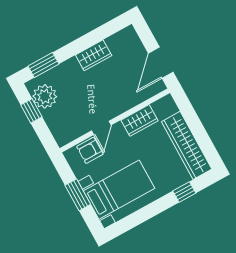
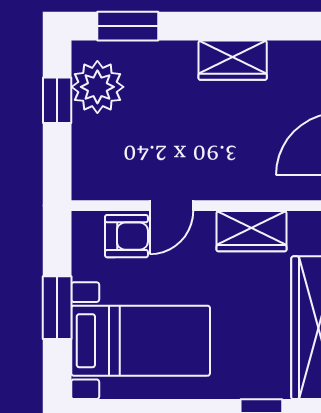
armchair: (90, 150) -> (126, 236), turned 180

